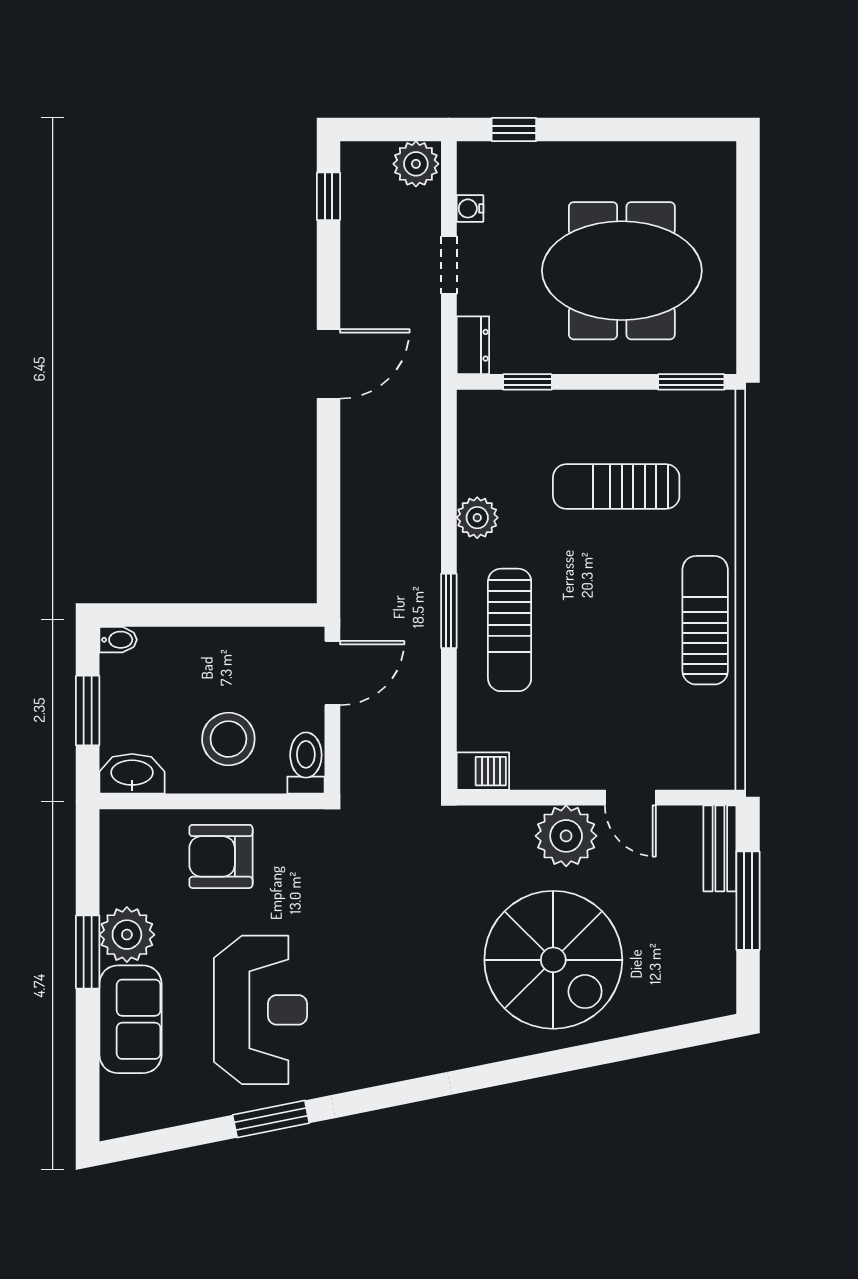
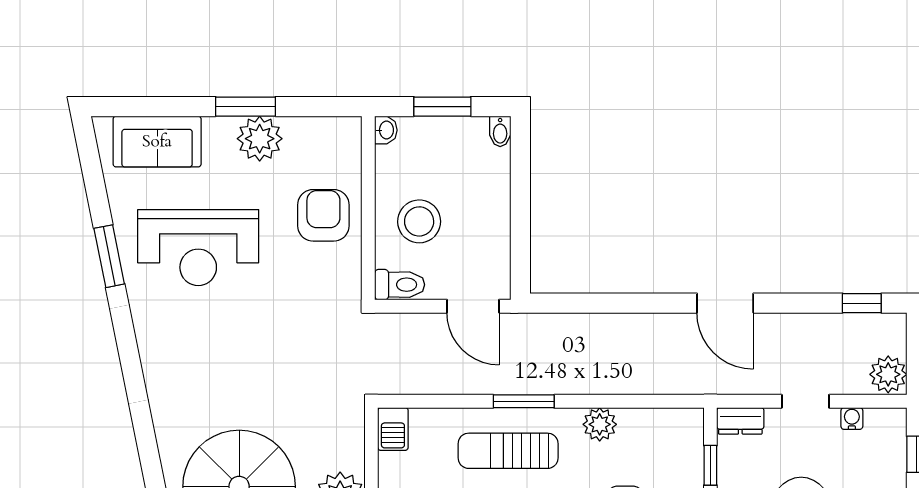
washbasin: (132, 774) -> (386, 130), width x0.52, depth x0.69
sofa: (130, 1019) -> (157, 142), moved

